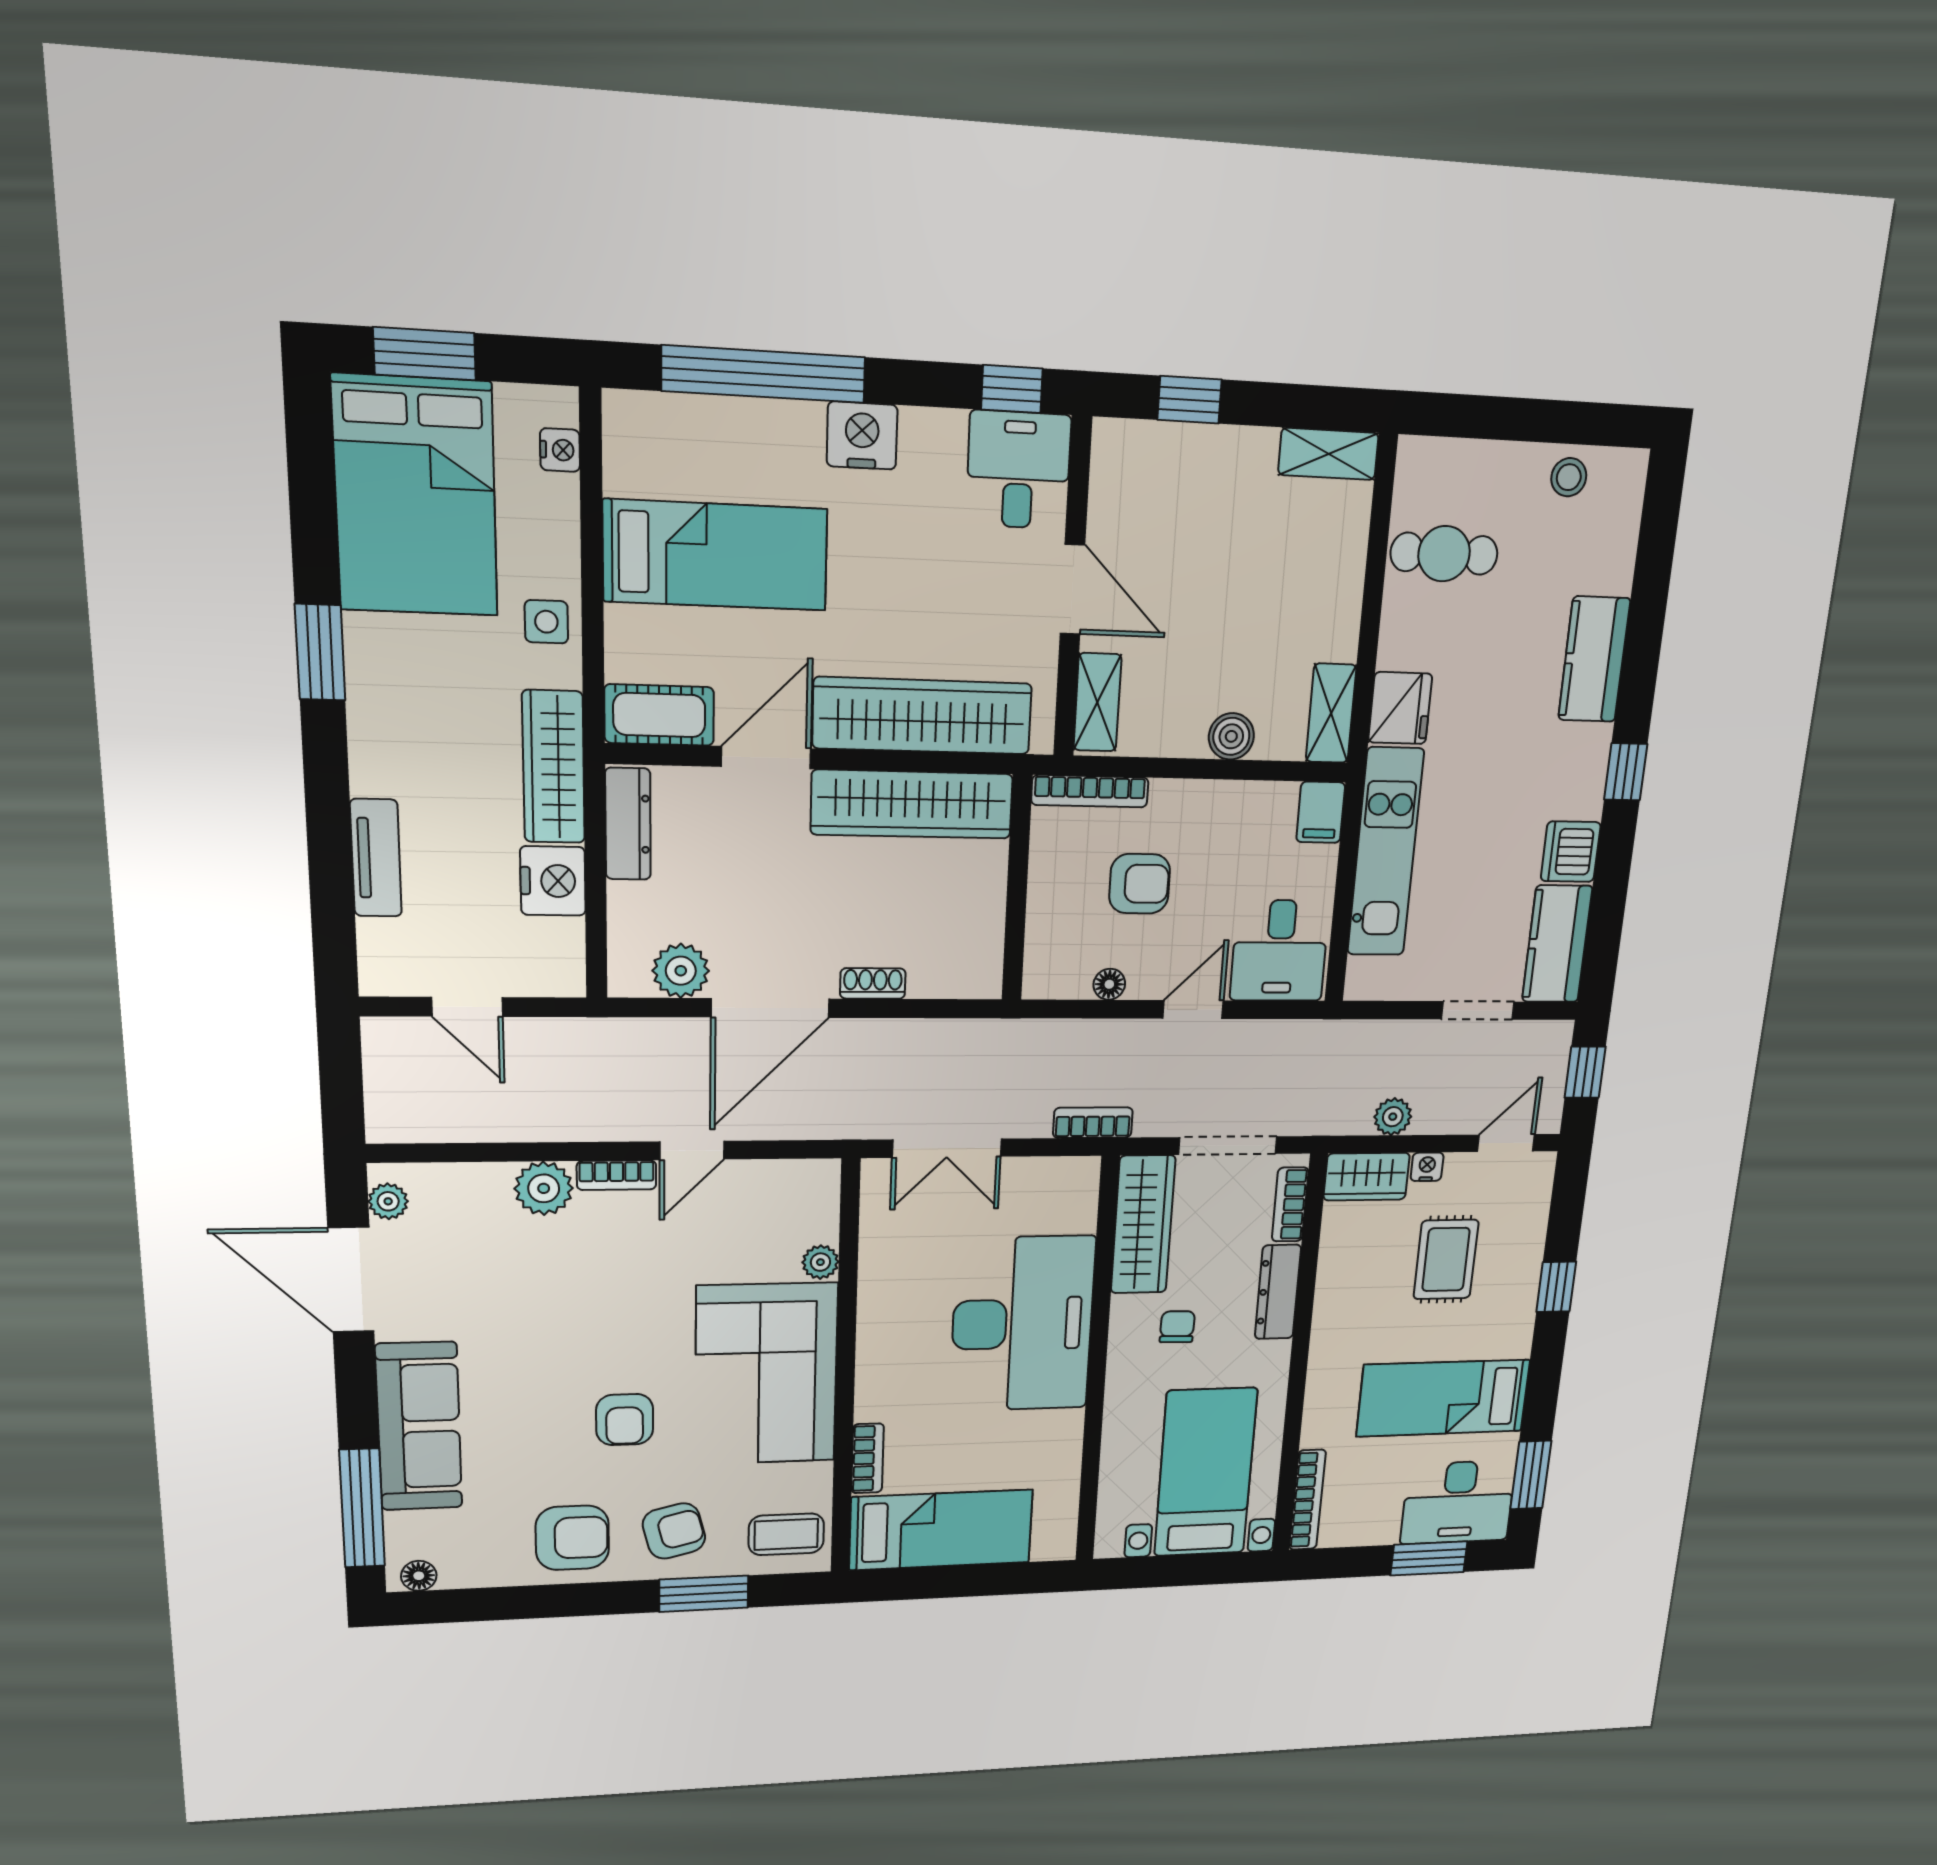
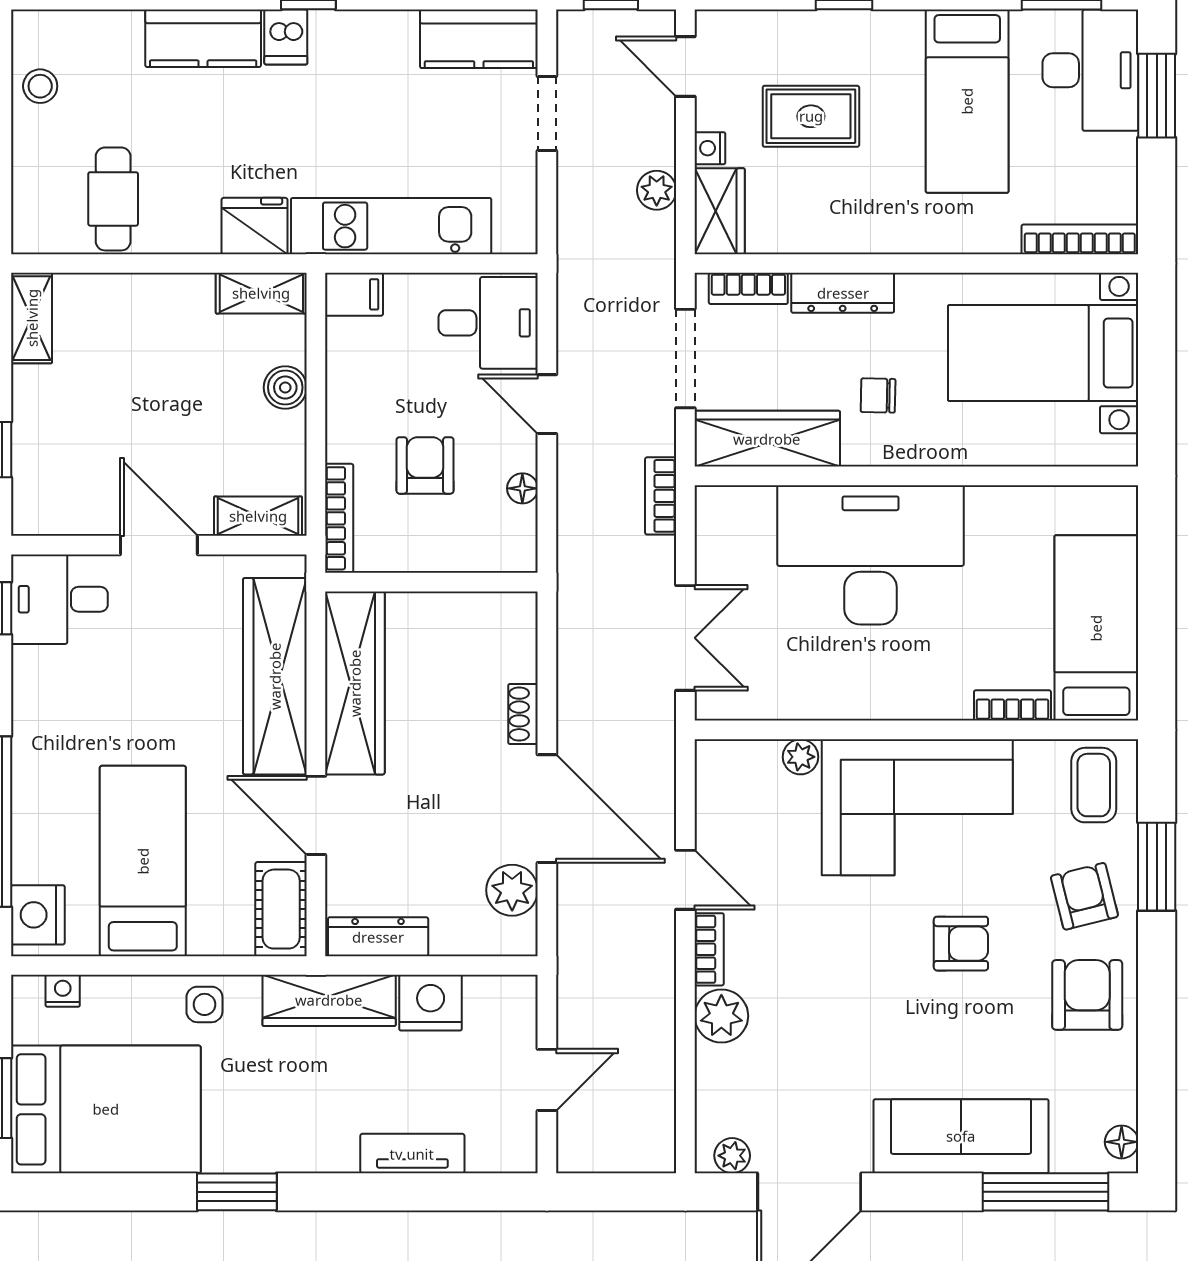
nightstand: (862, 436) -> (38, 915), moved
door: (1072, 589) -> (159, 545), hinge flipped
dishwasher: (1571, 852) -> (286, 37), moved, width x0.73

